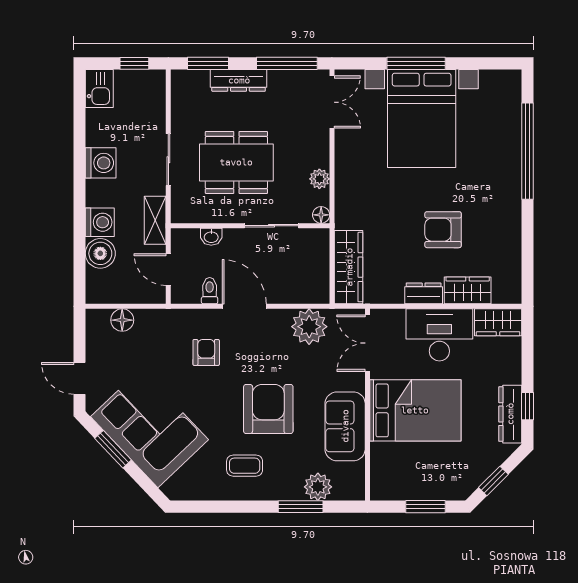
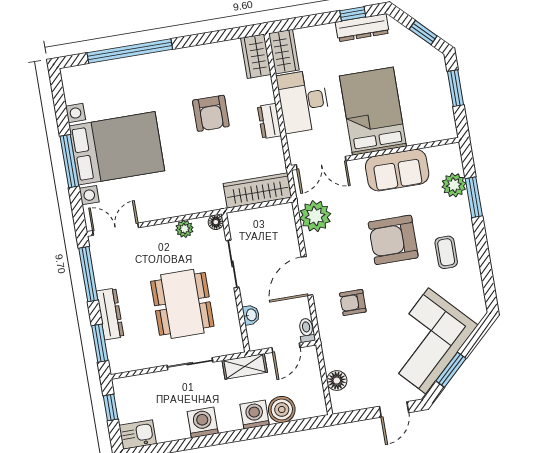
wardrobe: (468, 290) -> (256, 56), moved
toilet: (210, 291) -> (307, 330), moved, turned 90

